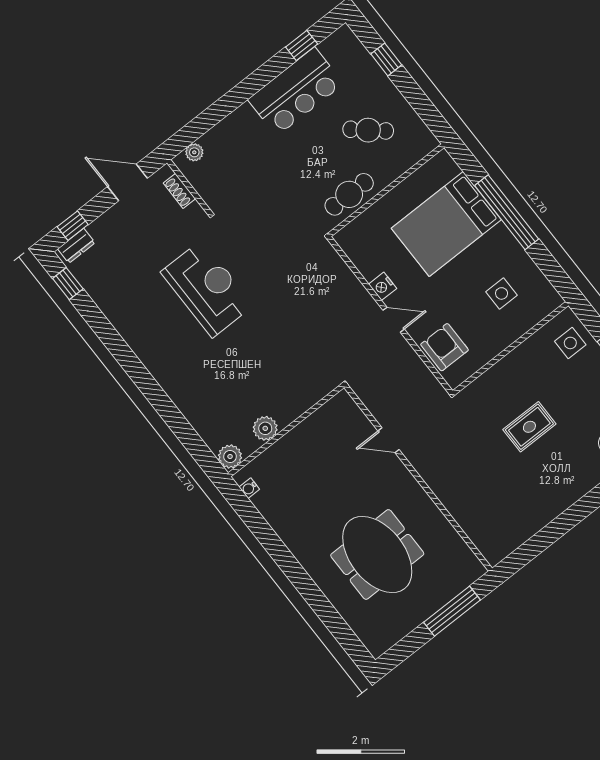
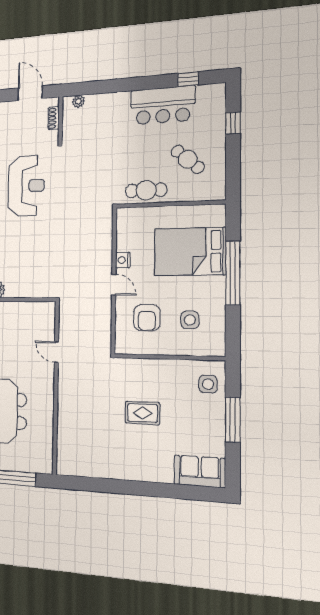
armchair: (444, 347) -> (147, 318), moved, turned 180

